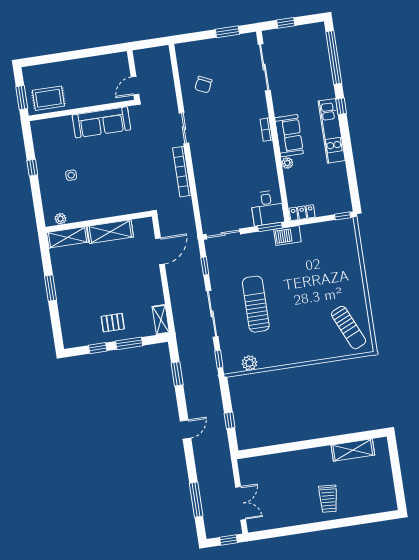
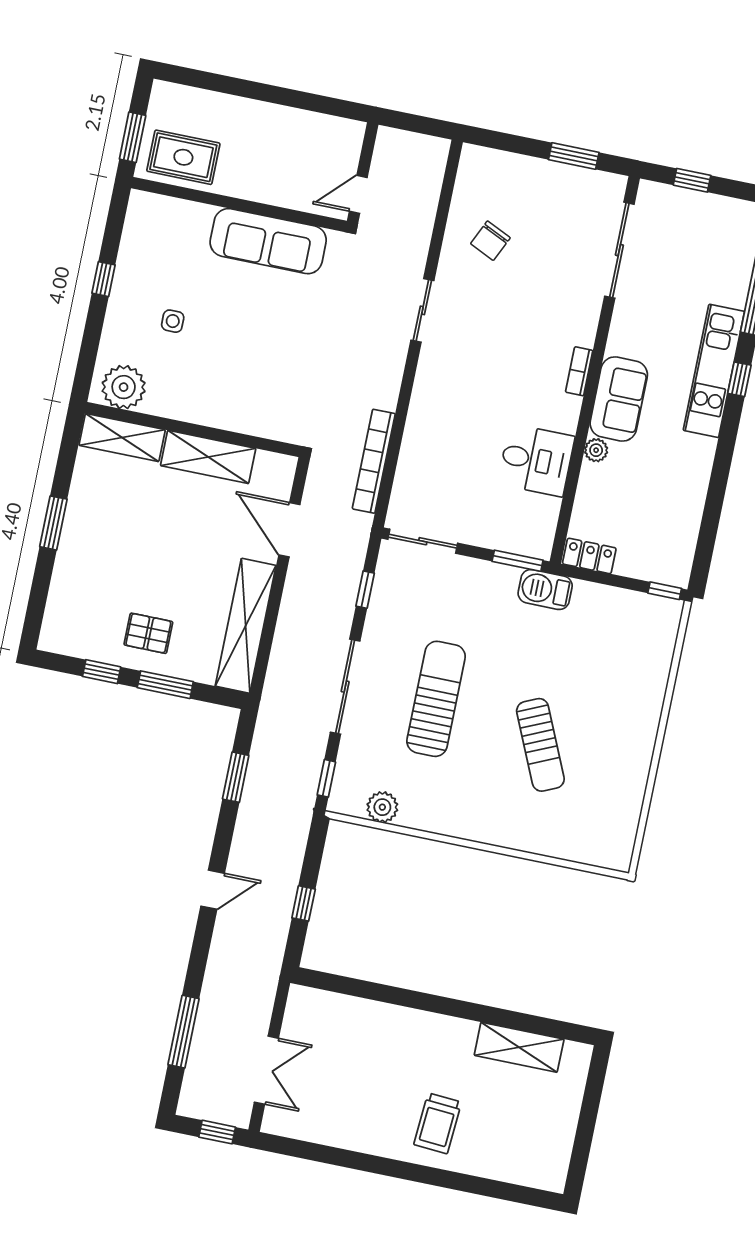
kitchen unit: (332, 131) -> (714, 371), moved
bookcase: (182, 172) -> (374, 461), moved
desk: (267, 208) -> (536, 460), moved, turned -90
plant: (61, 219) -> (124, 387), width x1.87, depth x1.87
door: (160, 251) -> (289, 530), swing flipped
shelving: (161, 320) -> (246, 626), width x2.20, depth x1.33
sun lounger: (349, 328) -> (540, 745), moved

